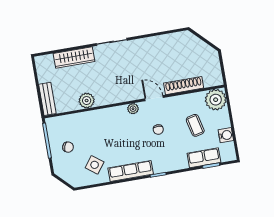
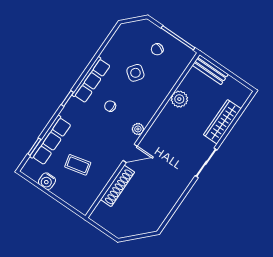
plant: (216, 100) -> (82, 200), removed
chair: (158, 130) -> (110, 106), moved
row of seats: (204, 158) -> (51, 140), width x1.48
side table: (95, 165) -> (135, 73), moved

